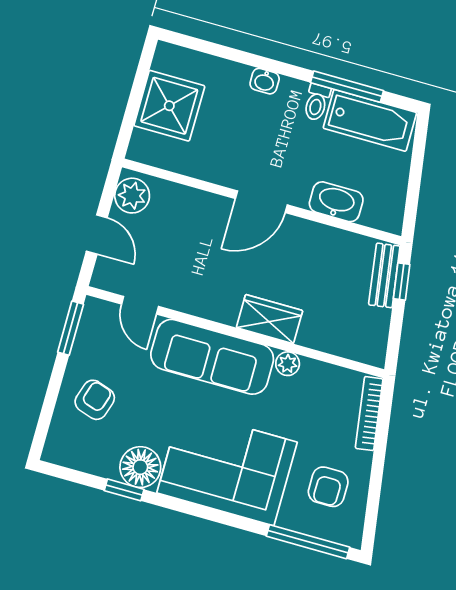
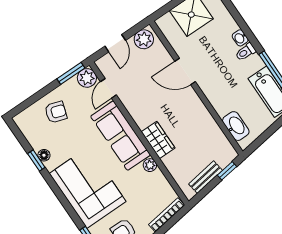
toilet: (317, 102) -> (245, 52), moved
door: (261, 202) -> (185, 71), moved
washbasin: (336, 202) -> (236, 126), moved
bench: (384, 275) -> (206, 177), moved
plant: (98, 316) -> (87, 78), added
floor lamp: (140, 467) -> (44, 155), width x0.53, depth x0.53

